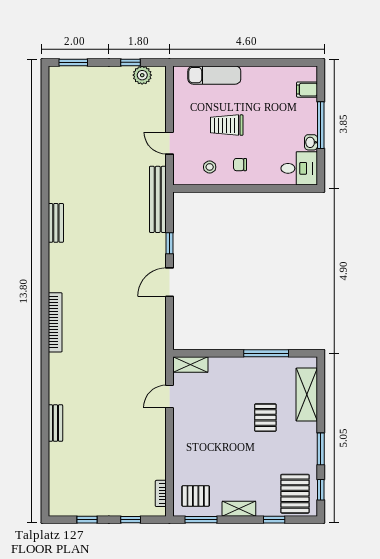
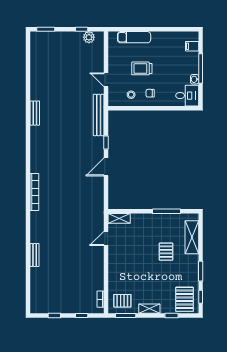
bench: (56, 223) -> (35, 113), moved

